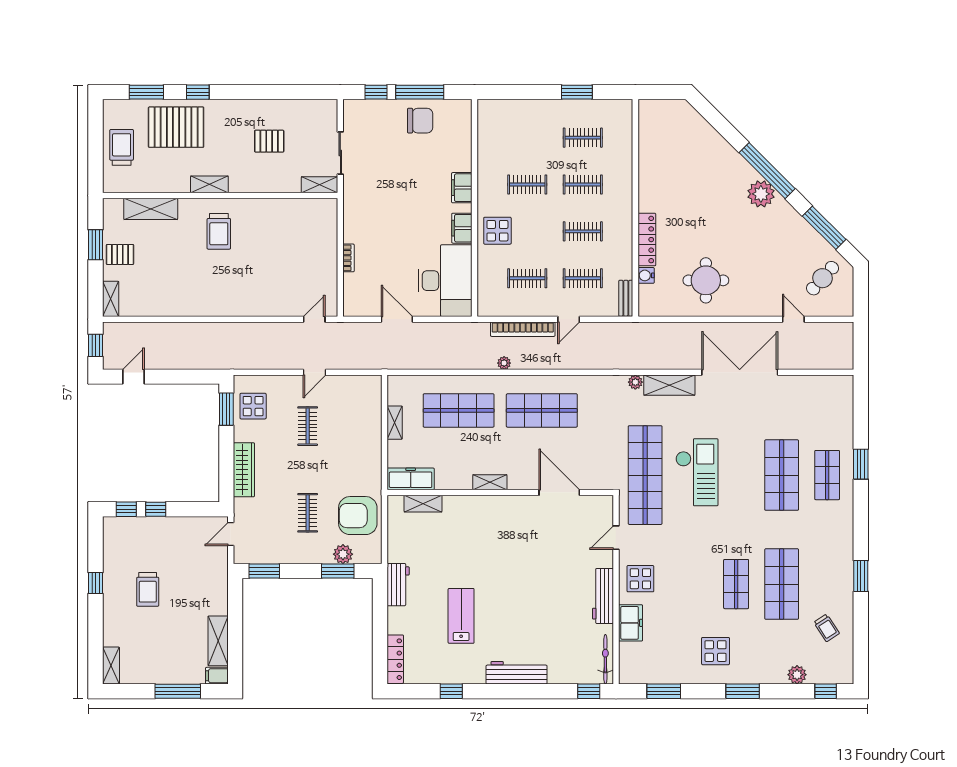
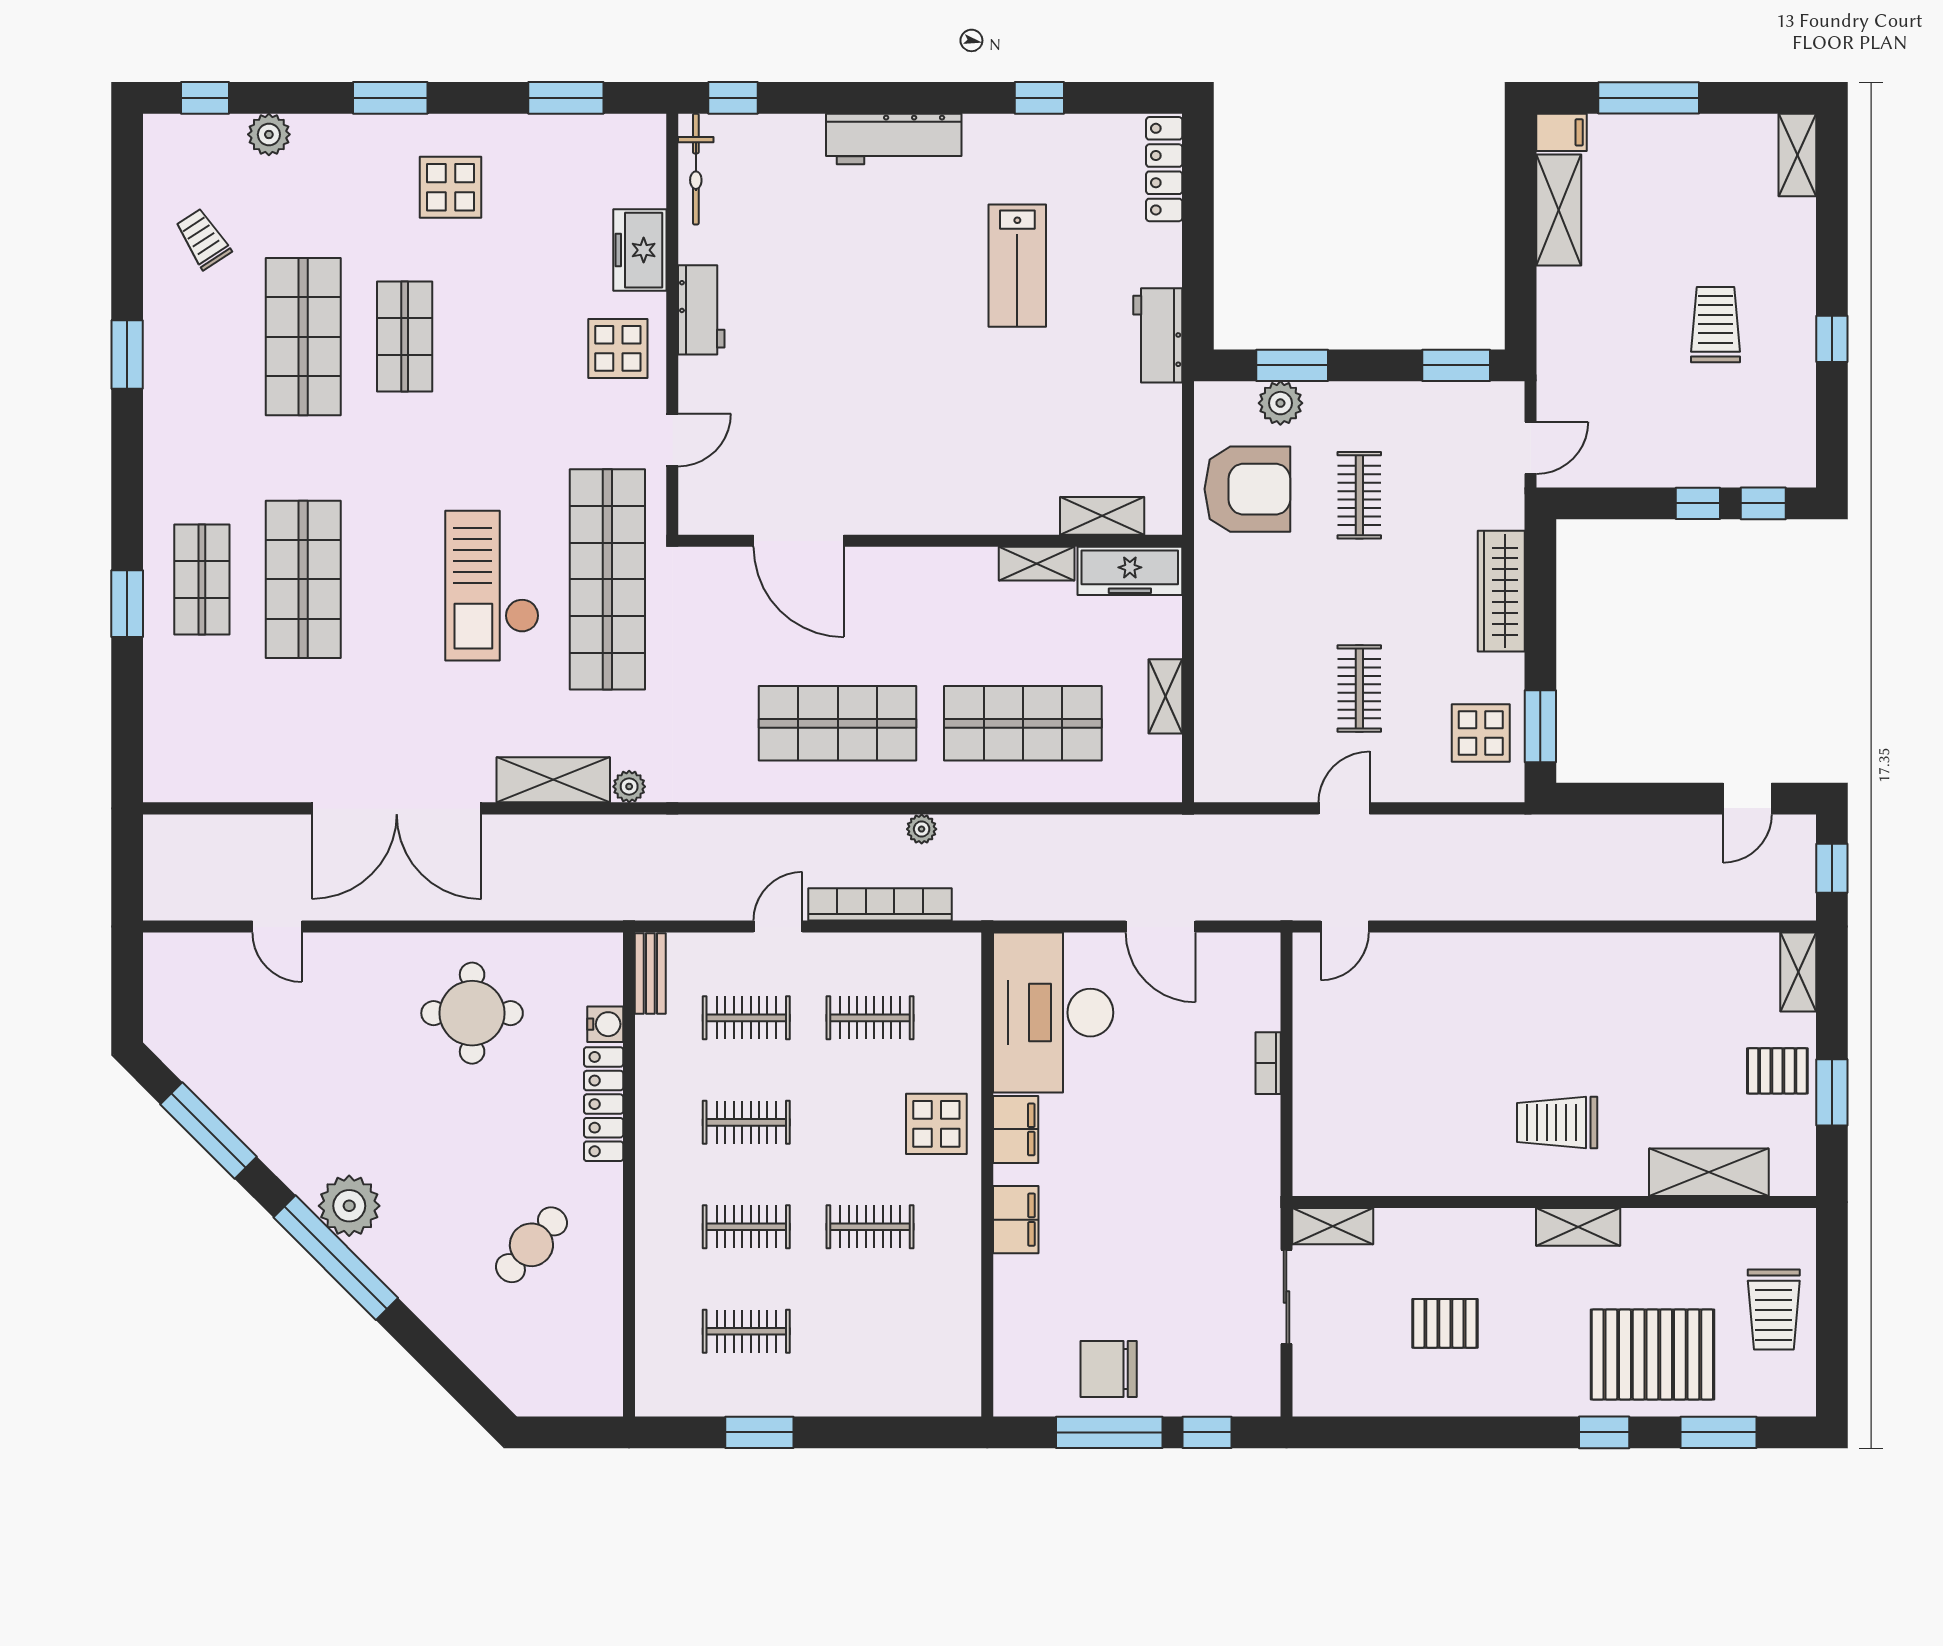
trolley: (219, 231) -> (1557, 1122), turned -90
cafe table: (823, 278) -> (531, 1245), moved
shelving: (490, 482) -> (1037, 564), moved
workbench: (603, 596) -> (701, 310), width x0.73

